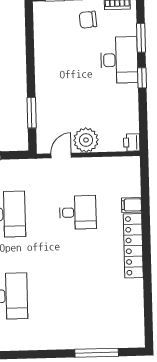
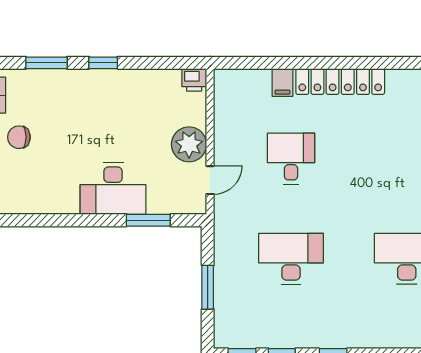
chair: (88, 20) -> (19, 137), turned 95
desk: (119, 60) -> (113, 189), moved, turned 180
door: (61, 156) -> (210, 180), swing flipped

